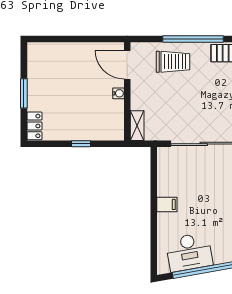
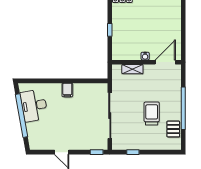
trolley: (173, 62) -> (152, 113), moved, turned 180
shelving: (137, 126) -> (132, 69), moved

